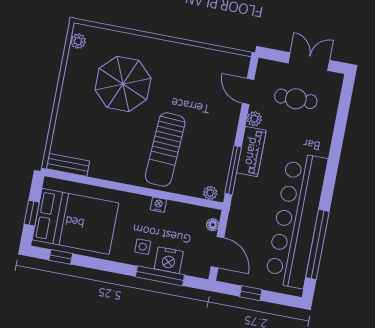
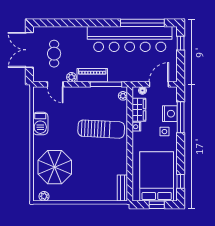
barbecue: (192, 57) -> (40, 124), added
double door: (309, 62) -> (29, 50), width x1.37
parasol: (123, 84) -> (55, 167), moved
door: (248, 92) -> (55, 84), hinge flipped
wardrobe: (184, 213) -> (139, 110), added
window: (251, 293) -> (181, 43), moved

